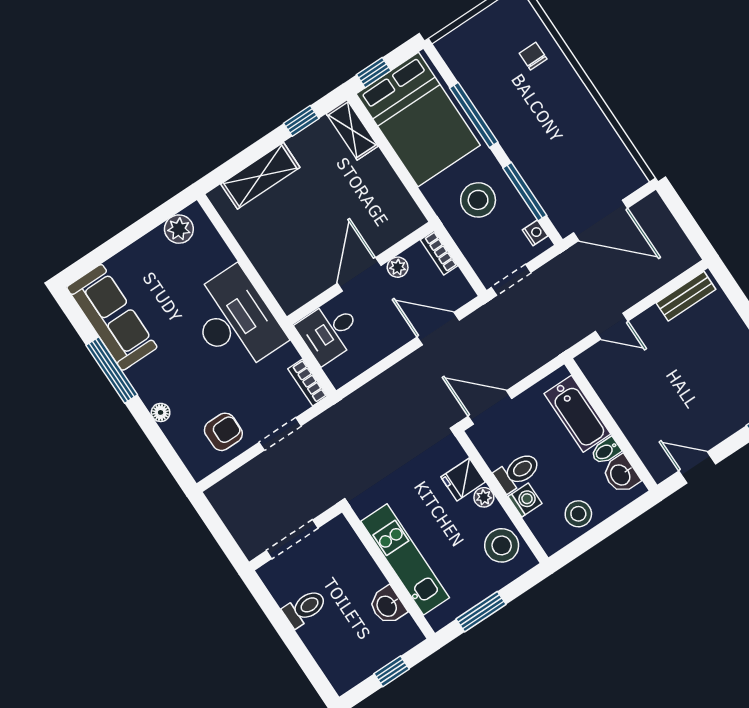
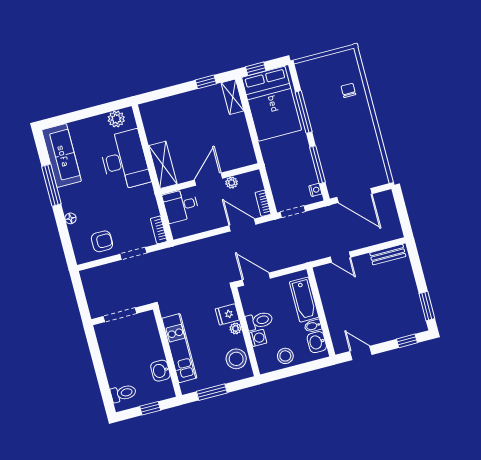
shelving: (260, 176) -> (163, 165), moved, turned 90
stool: (478, 200) -> (290, 160), removed
bookcase: (439, 253) -> (263, 203), moved
desk: (235, 320) -> (124, 160), moved
toilet: (305, 608) -> (123, 393), moved

